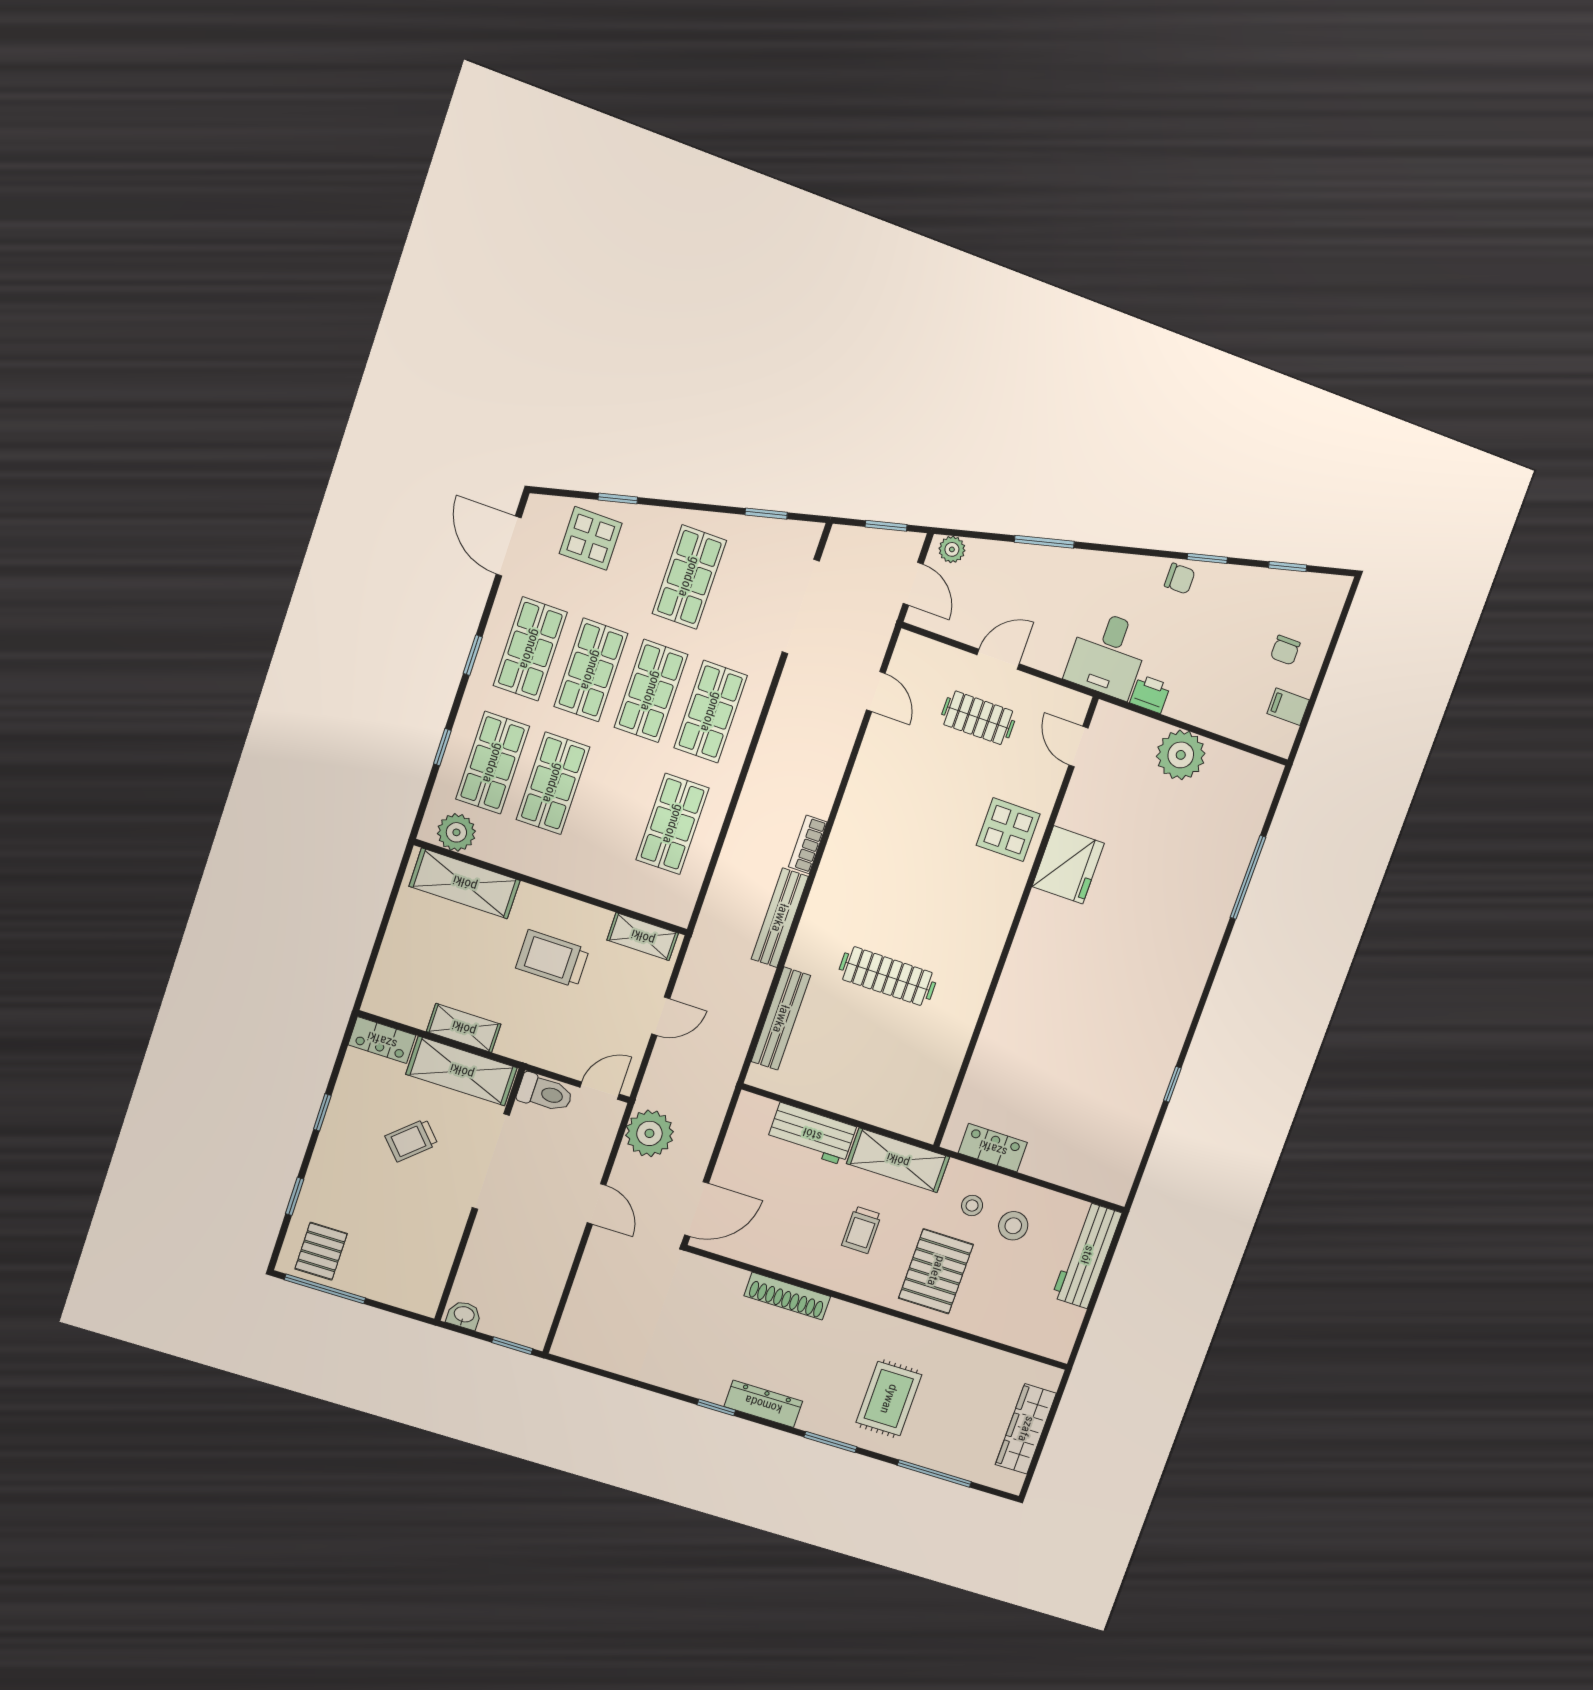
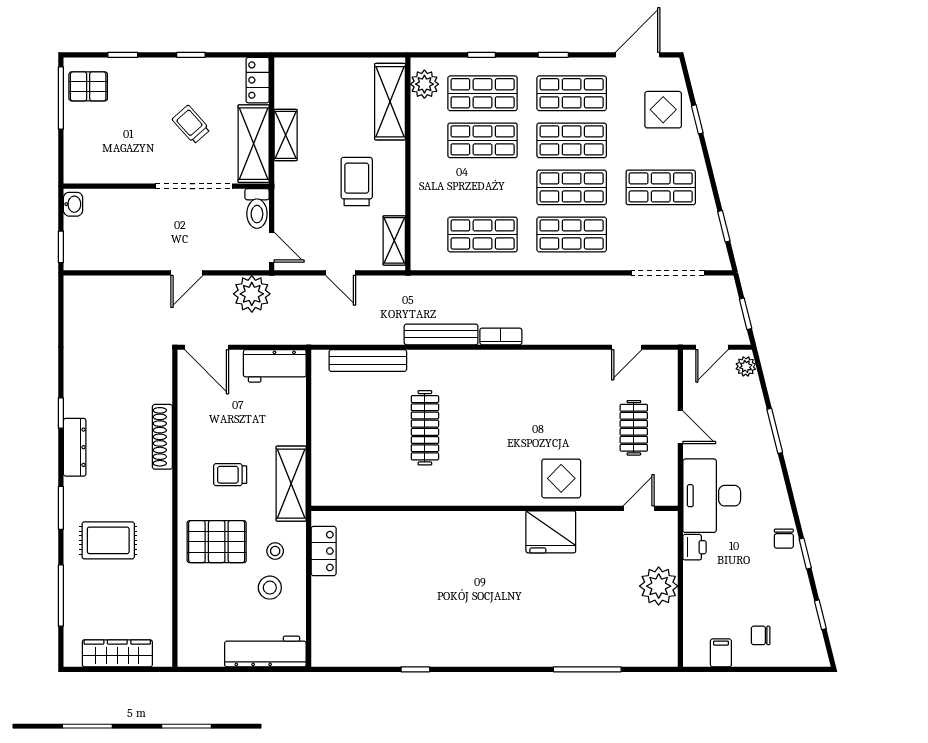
desk: (1108, 654) -> (712, 496), width x1.37
workbench: (812, 1134) -> (275, 366), moved, turned -90

